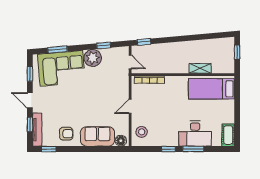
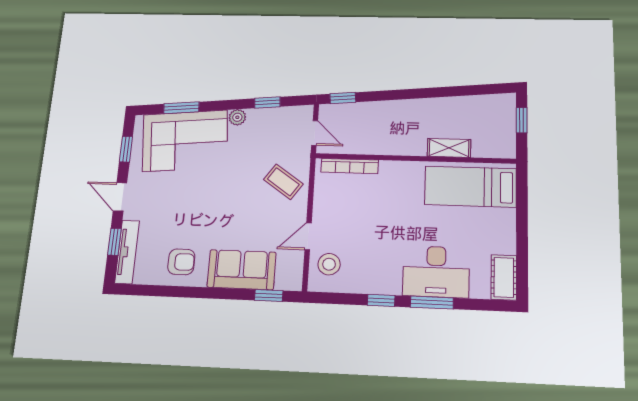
plant: (93, 58) -> (237, 117), width x0.53, depth x0.53
coffee table: (115, 89) -> (283, 182), added
door: (130, 106) -> (308, 236), moved
floor lamp: (121, 141) -> (287, 280), removed
window: (49, 149) -> (269, 296), moved

